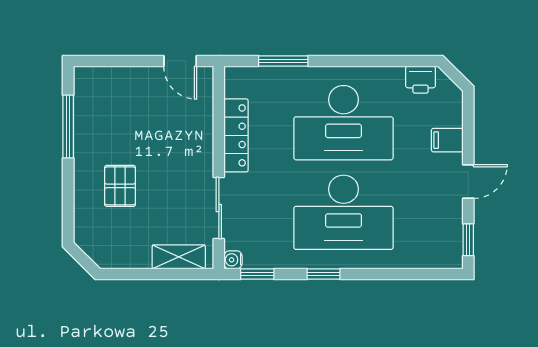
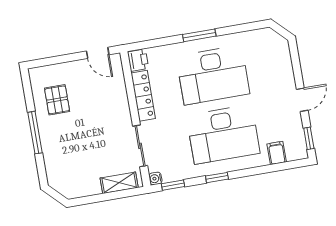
window: (283, 61) -> (199, 35), moved
printer: (421, 80) -> (138, 60), moved, turned -90
window: (68, 127) -> (35, 133), moved
filing cabinet: (447, 140) -> (277, 153), moved, turned 90
pallet: (120, 186) -> (57, 100), moved

